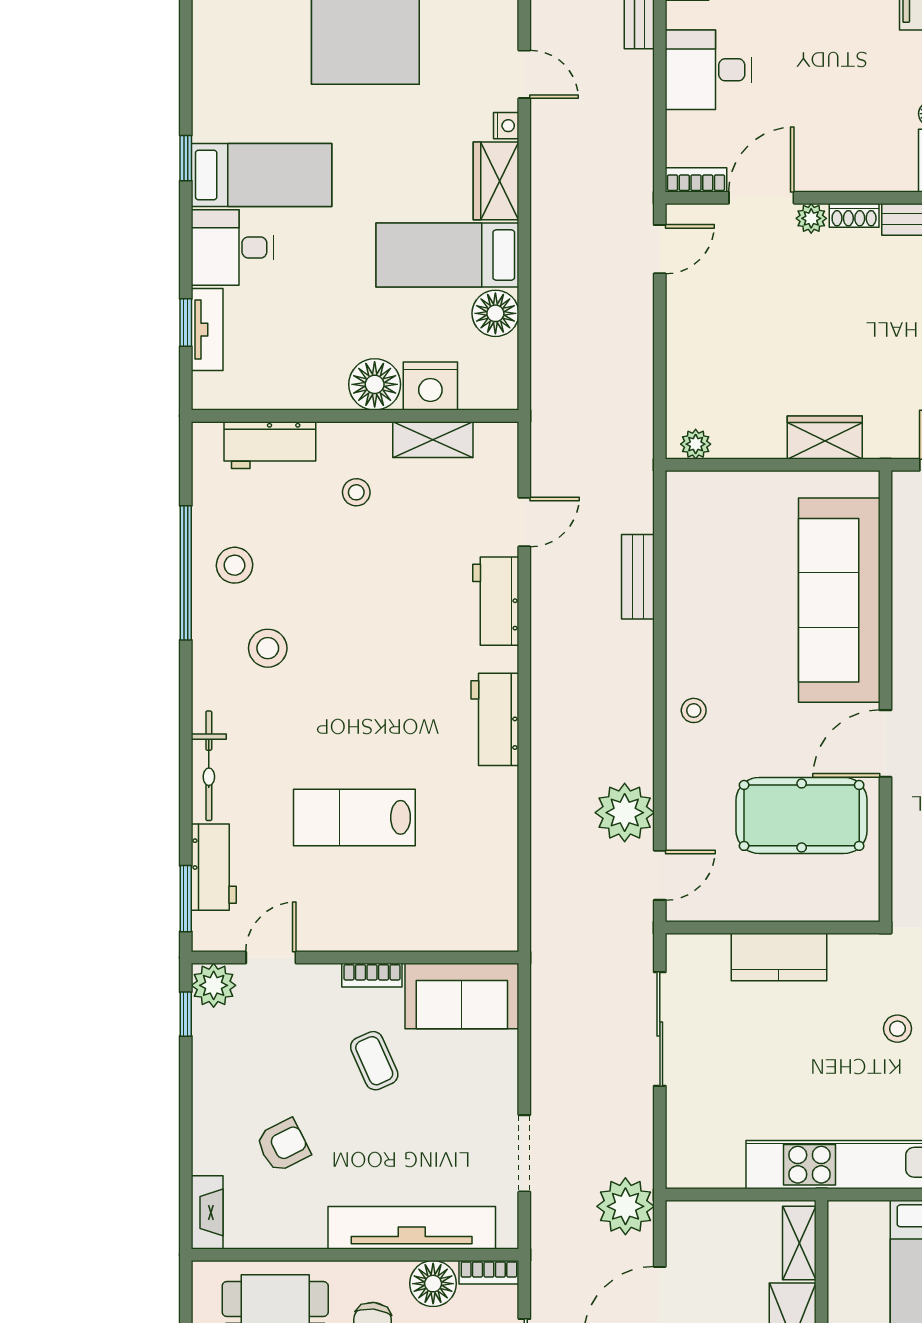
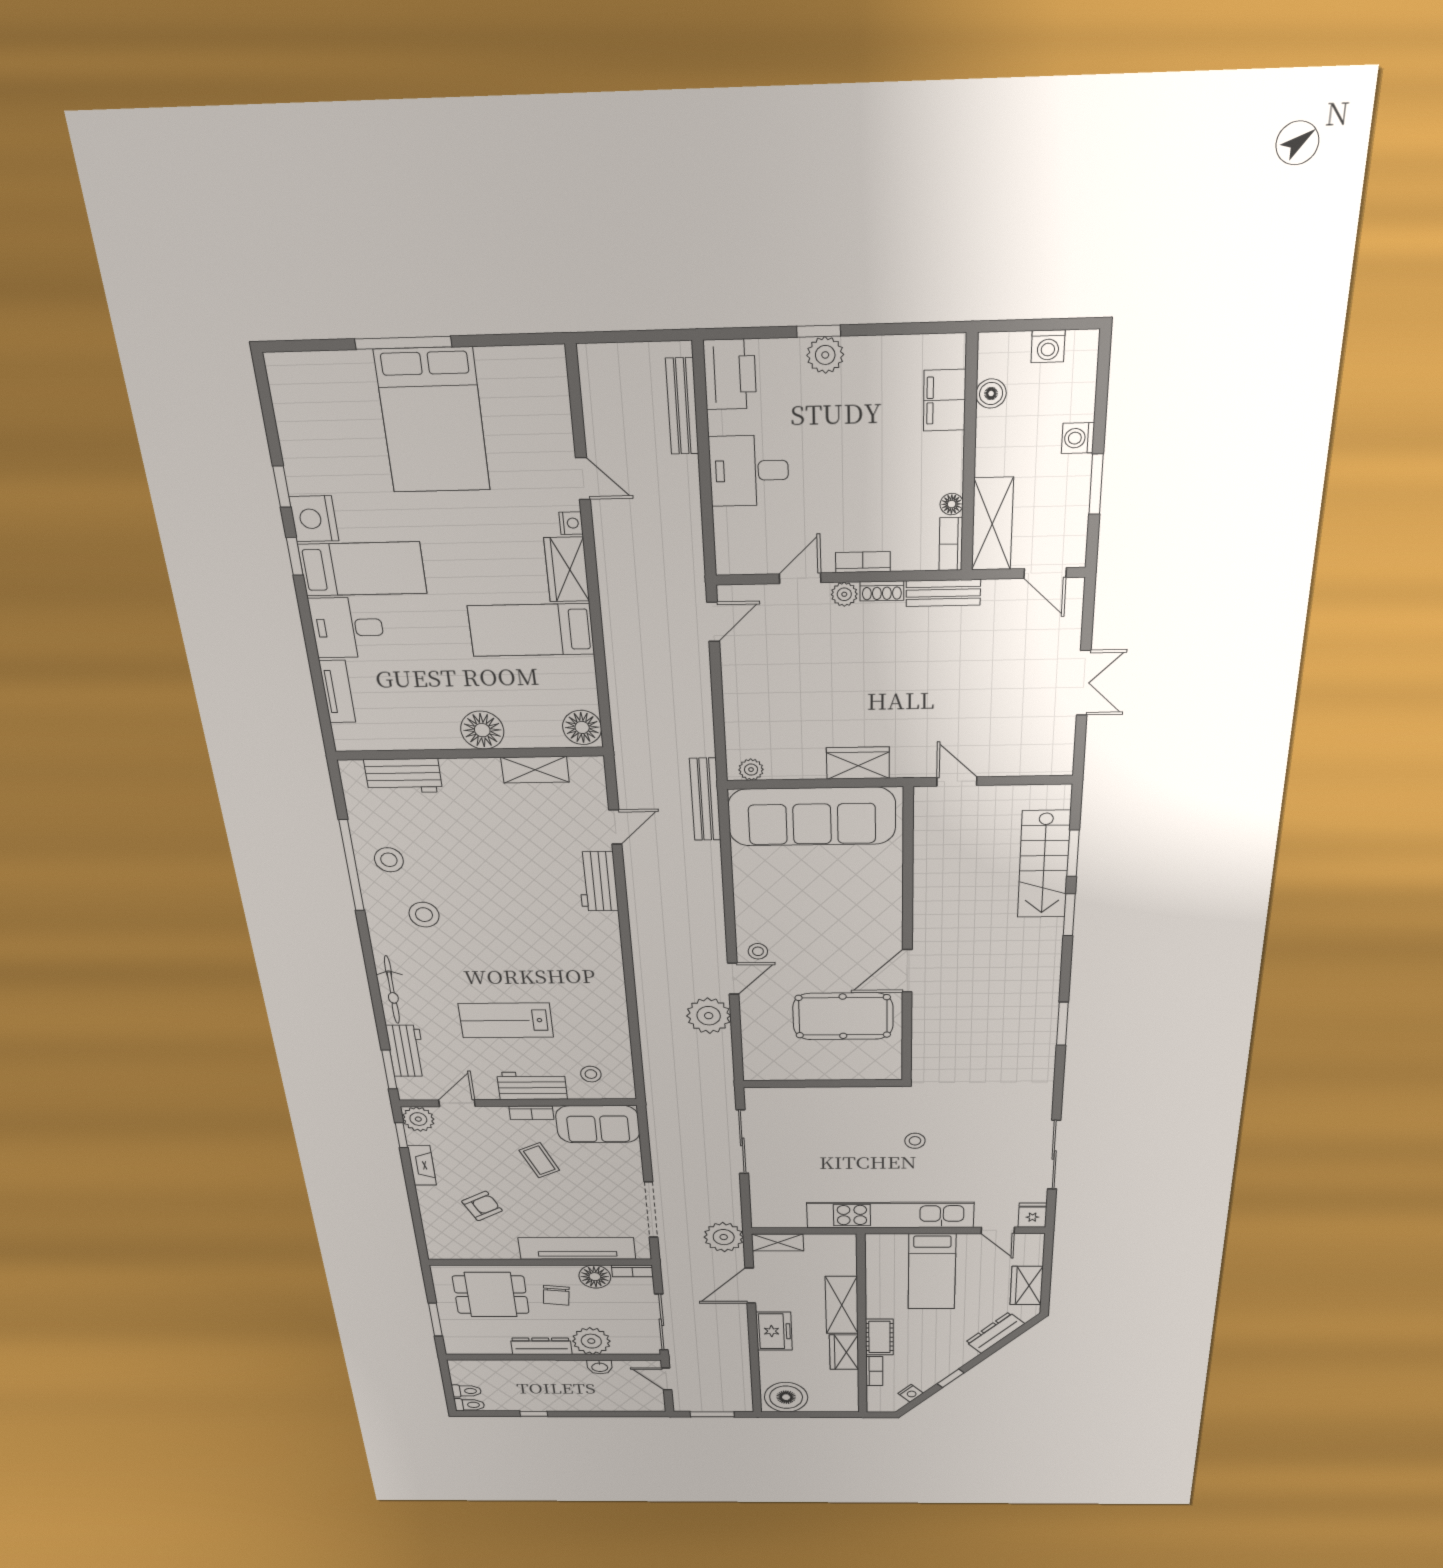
bookcase: (696, 180) -> (863, 562), moved
door: (761, 198) -> (800, 578), width x0.73
floor lamp: (495, 313) -> (582, 727), moved
window: (186, 323) -> (282, 487), moved
nightstand: (430, 386) -> (314, 519), moved, turned 90
stool: (356, 492) -> (591, 1074), moved
bench: (638, 577) -> (705, 799), moved, width x1.36
sofa: (839, 600) -> (812, 817), moved, turned -90
workbench: (495, 719) -> (532, 1086), moved, turned 90
door: (660, 875) -> (733, 979), moved
kitchen counter: (779, 957) -> (828, 1101), removed
doorway: (524, 1153) -> (651, 1210), width x1.36
fireplace: (207, 1212) -> (422, 1165), moved
shelving: (799, 1243) -> (778, 1242), moved, turned 90

